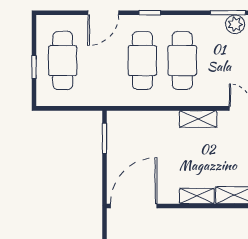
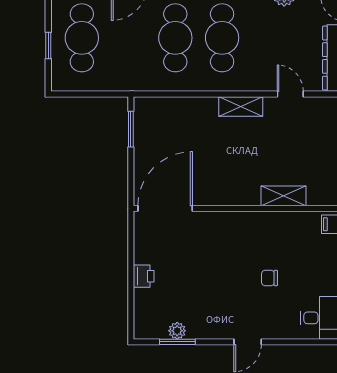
shelving: (197, 196) -> (239, 197), removed

